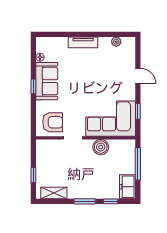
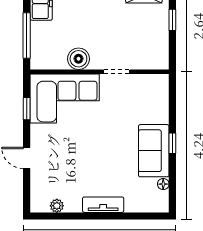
armchair: (53, 122) -> (145, 93), removed

